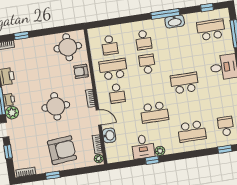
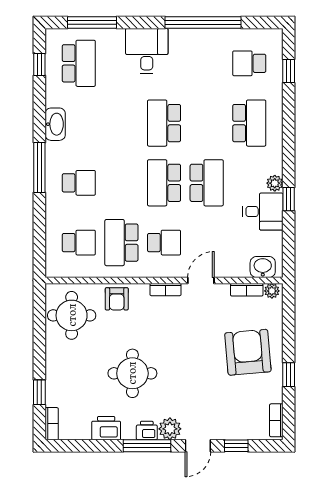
window: (165, 14) -> (39, 168), moved
school desk: (211, 30) -> (79, 63), turned 180
school desk: (147, 64) -> (164, 183), moved, width x1.85
round table: (56, 106) -> (132, 373), moved
washbasin: (109, 135) -> (263, 267), moved

